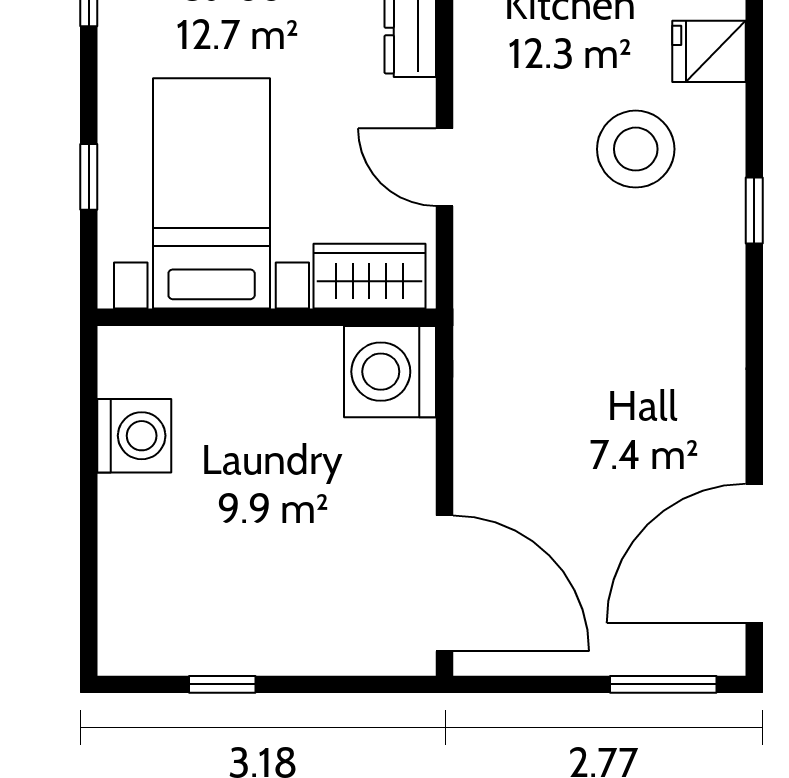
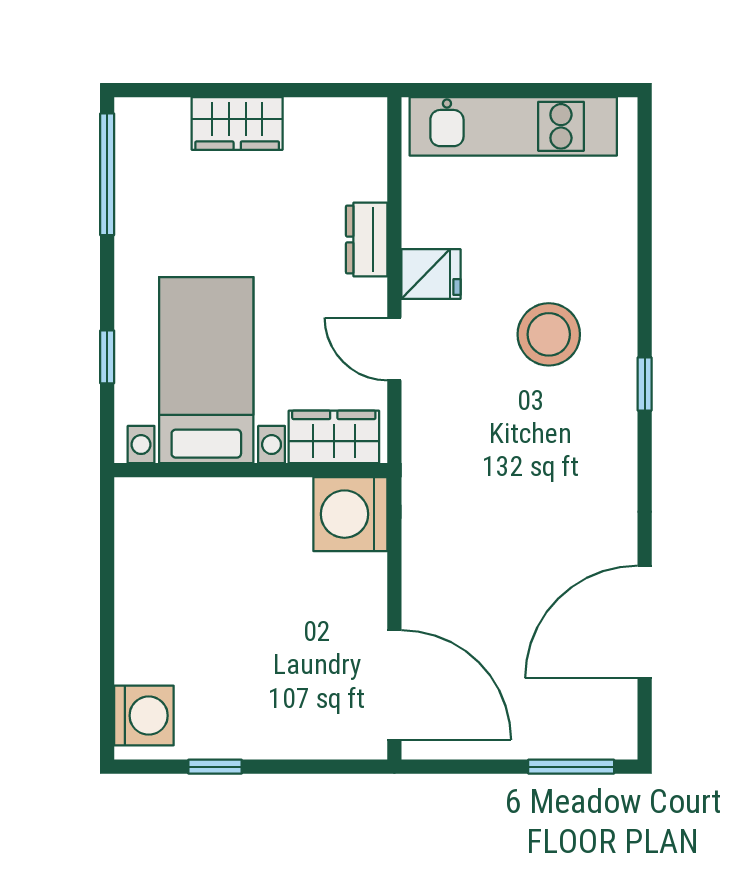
fridge: (709, 51) -> (431, 274), moved, turned 180
washing machine: (134, 436) -> (144, 716), moved
door: (754, 554) -> (645, 622), moved

